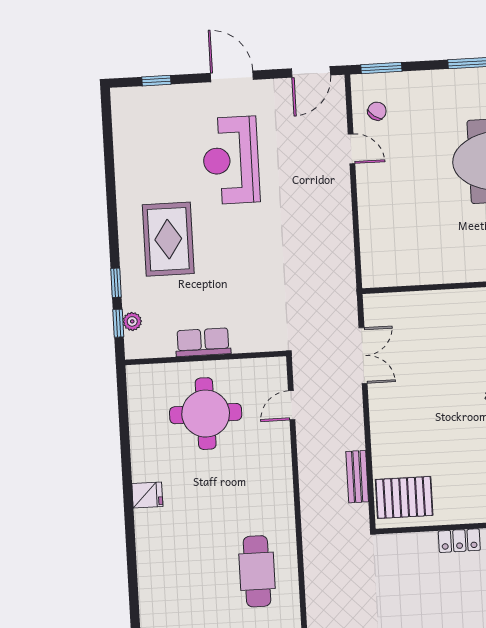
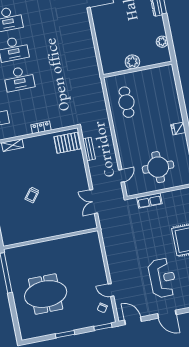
door: (311, 72) -> (133, 321), hinge flipped
row of seats: (203, 342) -> (149, 201), moved

